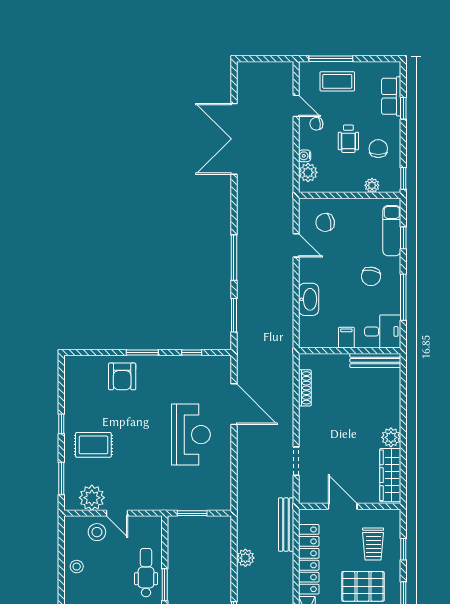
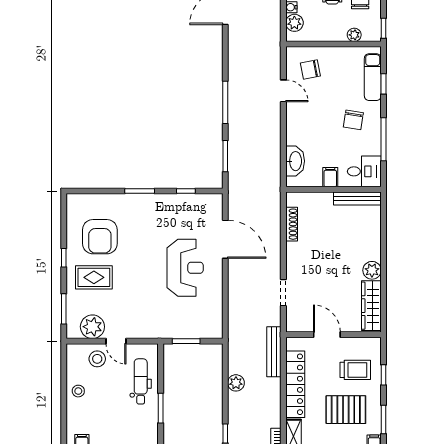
washbasin: (309, 299) -> (295, 161), moved
armchair: (122, 376) -> (100, 237), moved, width x1.36, depth x1.36
trolley: (373, 544) -> (355, 370), turned -90
dental chair: (146, 573) -> (141, 381), moved

